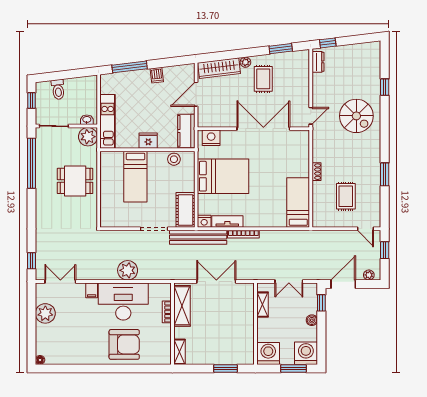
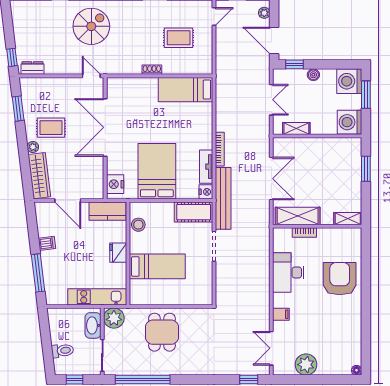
washbasin: (87, 120) -> (93, 325), width x1.91, depth x1.45
plant: (128, 270) -> (259, 275), removed
double door: (216, 282) -> (271, 179), swing flipped
desk: (123, 301) -> (288, 273), width x0.73, depth x0.77

